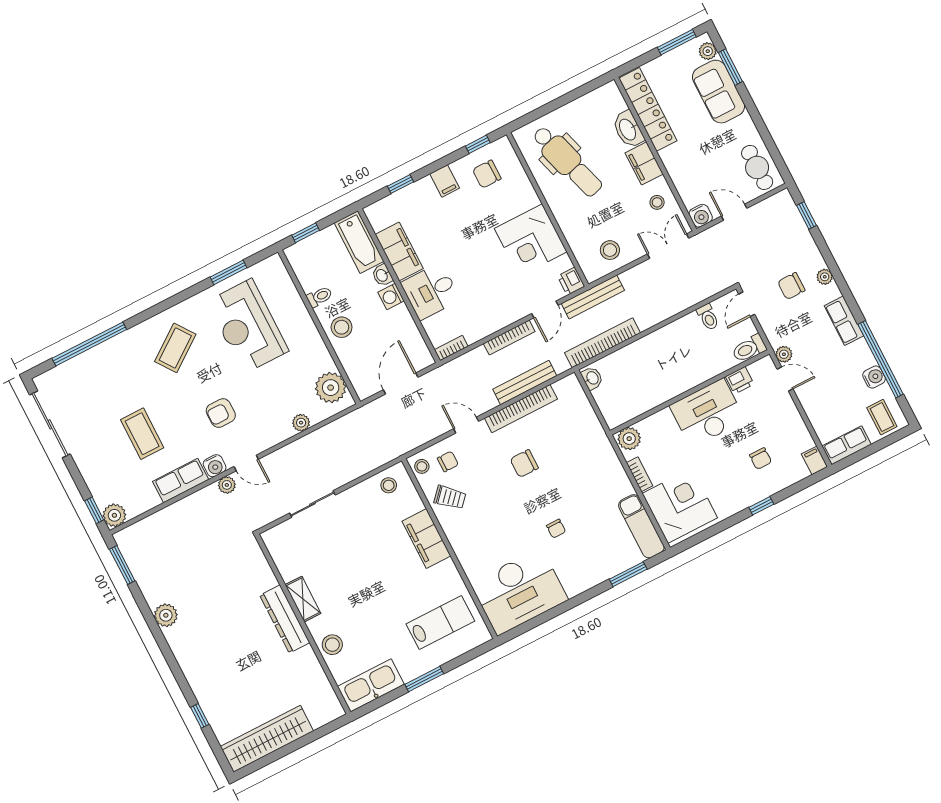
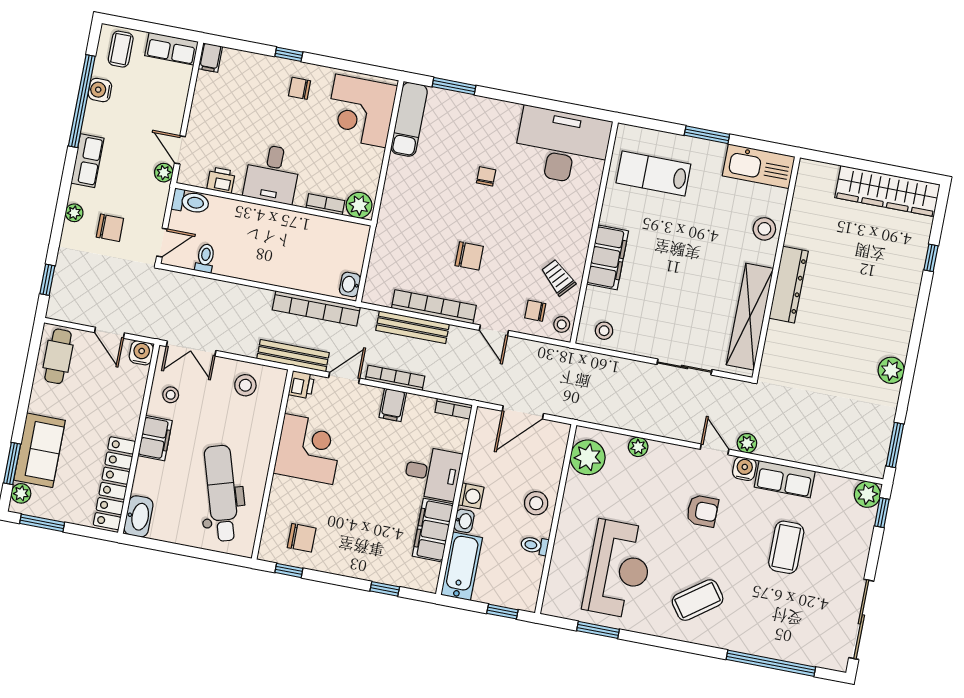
washbasin: (628, 129) -> (138, 516), moved
filing cabinet: (445, 181) -> (393, 405), moved, turned 180
desk: (707, 413) -> (272, 174), width x0.73
chair: (761, 459) -> (300, 88), moved, turned -90
bookcase: (640, 474) -> (325, 204), moved, turned 90
shelving: (303, 599) -> (750, 317), width x2.20, depth x1.33

